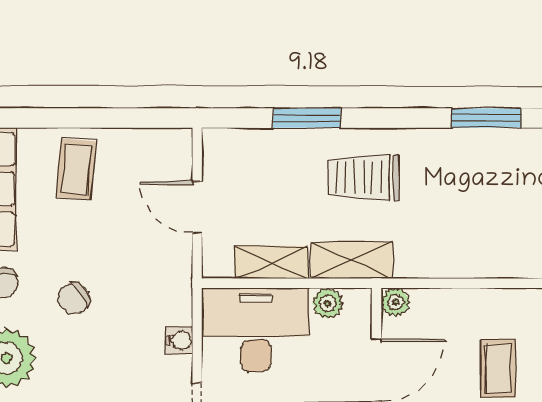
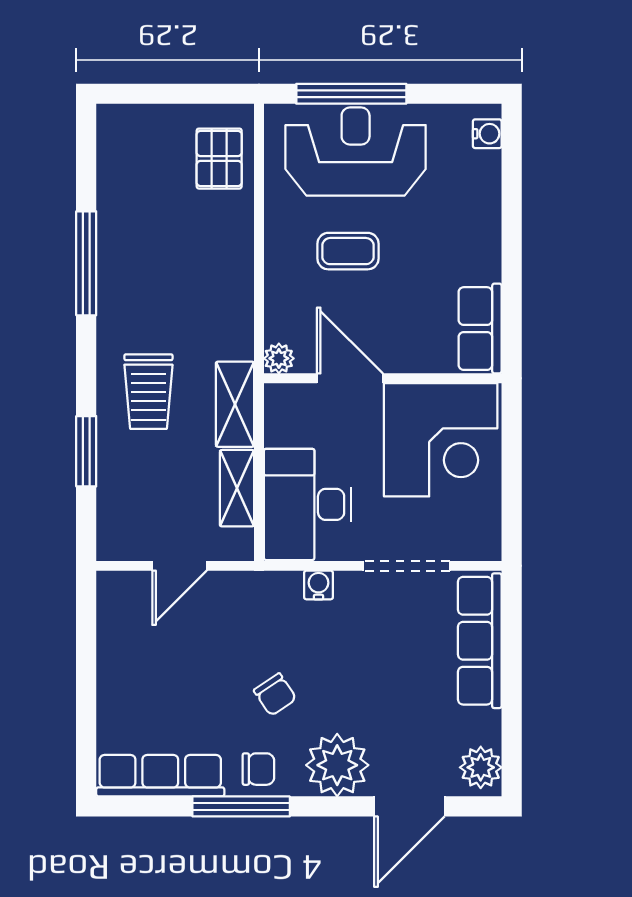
window: (487, 118) -> (86, 263), width x1.44
coffee table: (76, 169) -> (140, 692), removed
plant: (328, 303) -> (280, 429), removed

